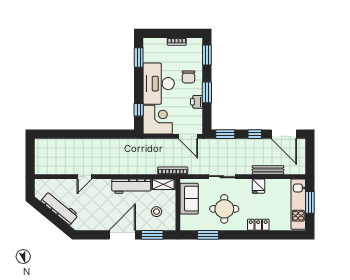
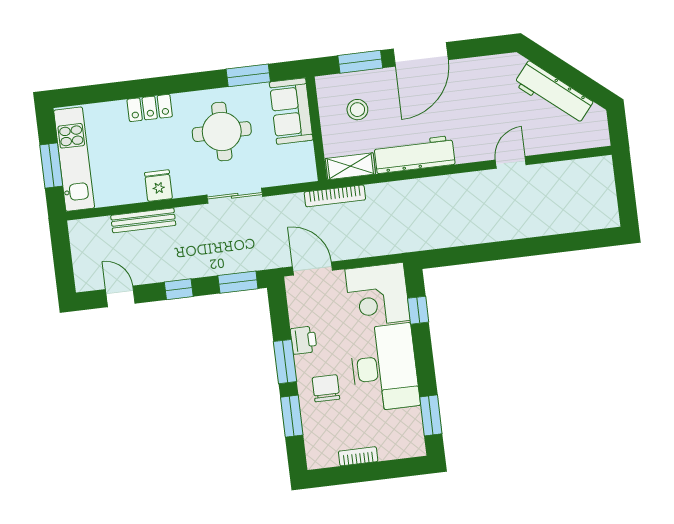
window: (207, 55) -> (292, 416), moved
door: (284, 134) -> (120, 296), width x0.53
sofa: (189, 199) -> (291, 111), moved

